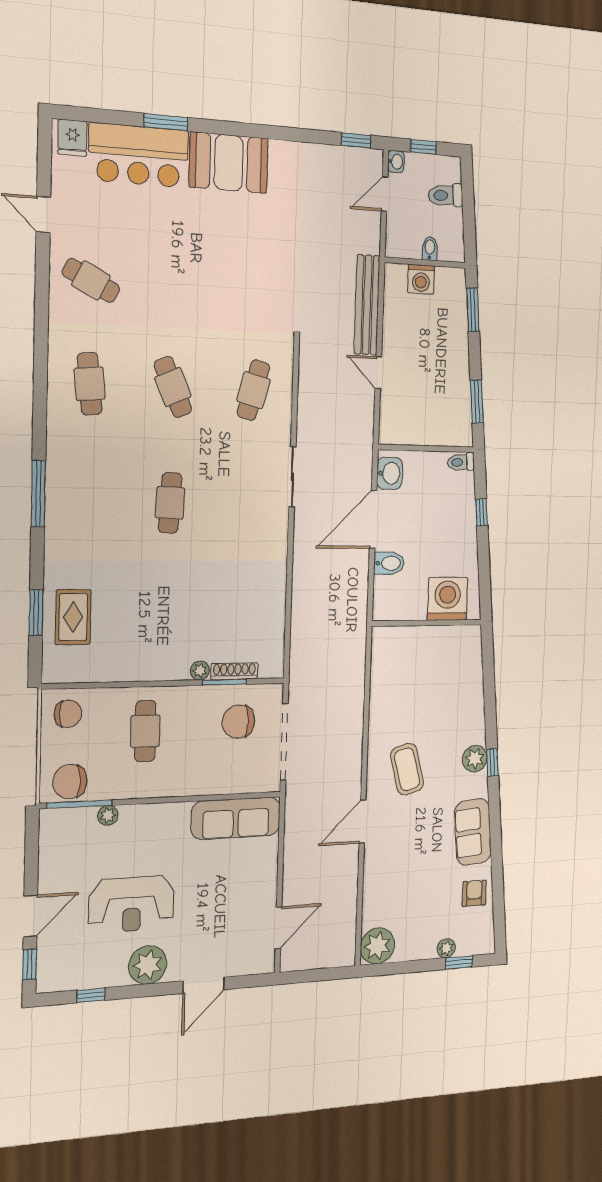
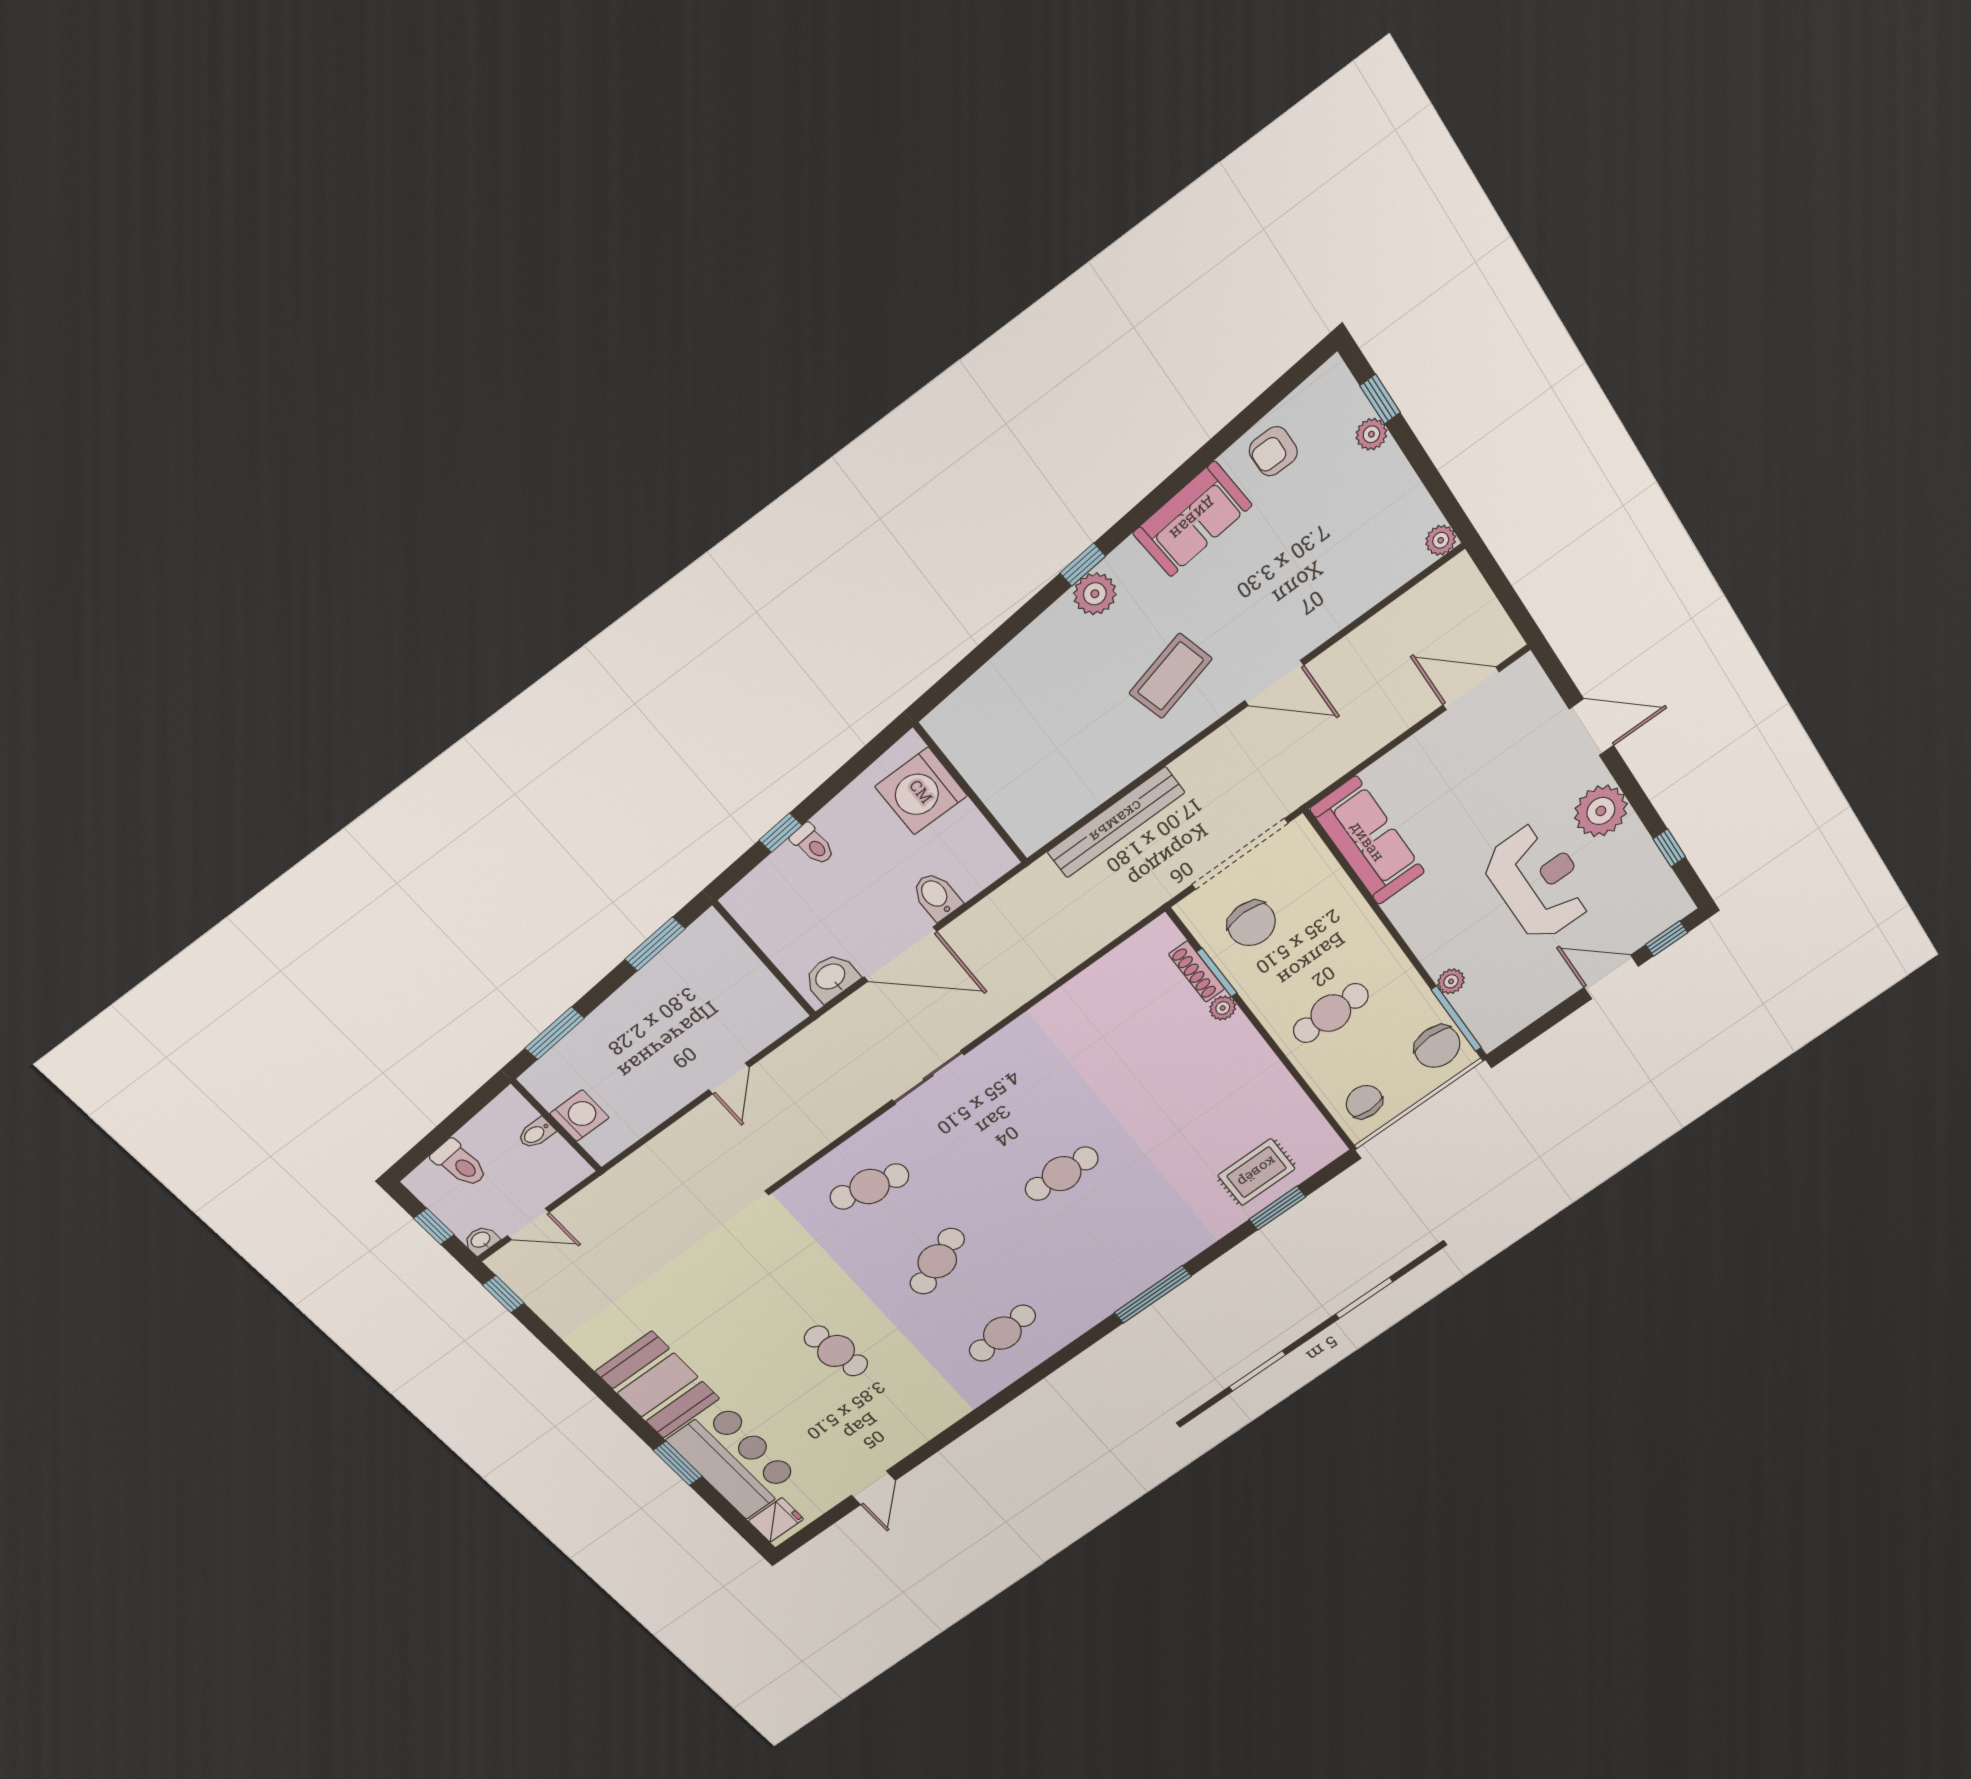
cafe table: (91, 280) -> (836, 1351), moved, turned -36
bench: (367, 305) -> (1116, 822), moved
toilet: (461, 462) -> (813, 844), moved
plant: (377, 946) -> (1441, 540), width x0.53, depth x0.53

